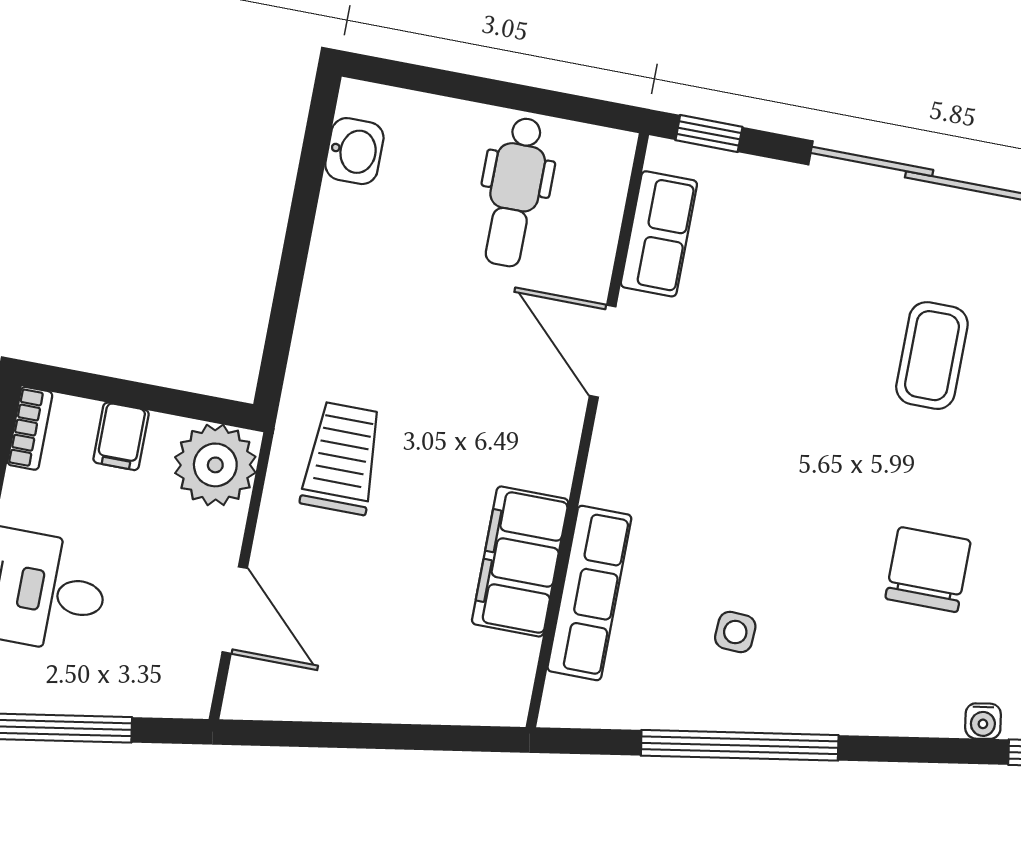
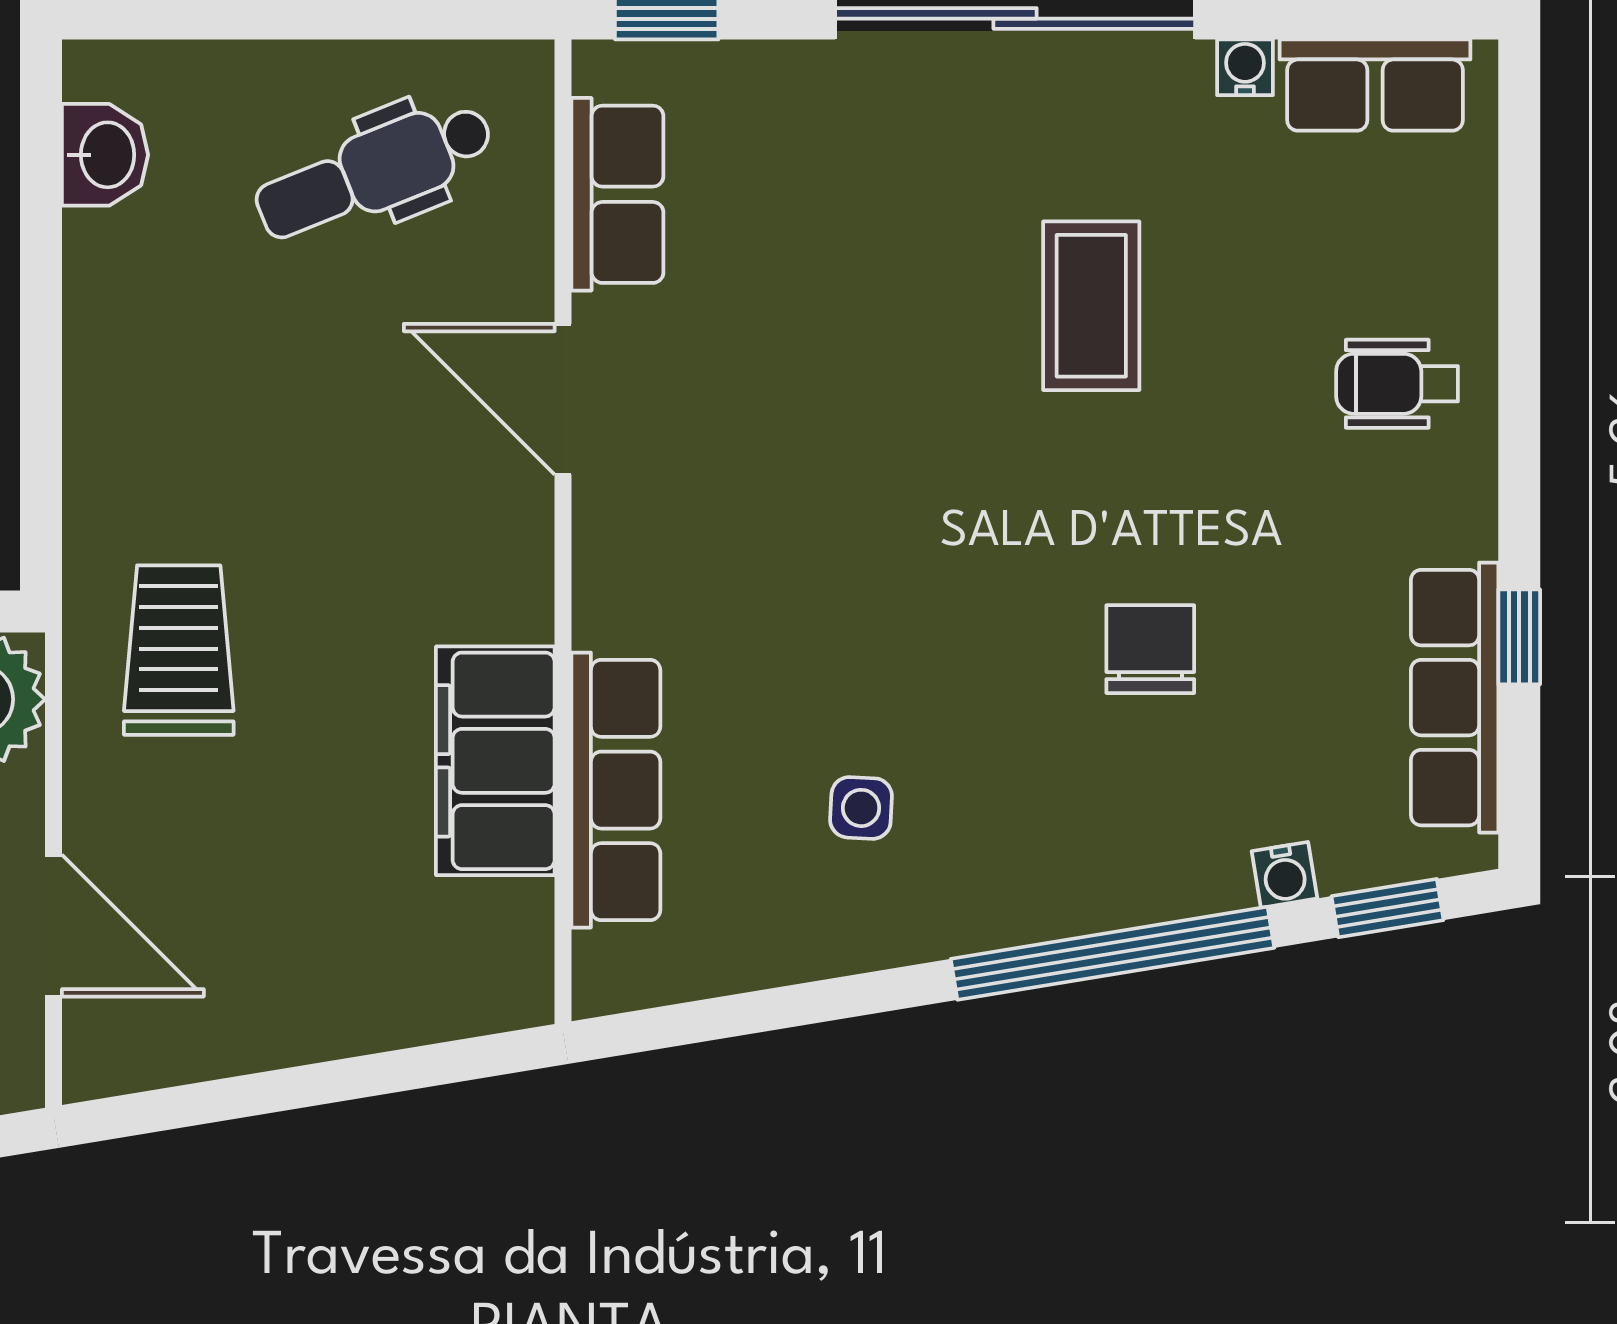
dental chair: (515, 192) -> (374, 171), turned 68
chair: (928, 570) -> (1150, 649), width x0.73, depth x0.73
window: (740, 745) -> (1113, 953), moved

